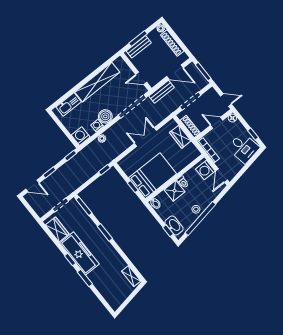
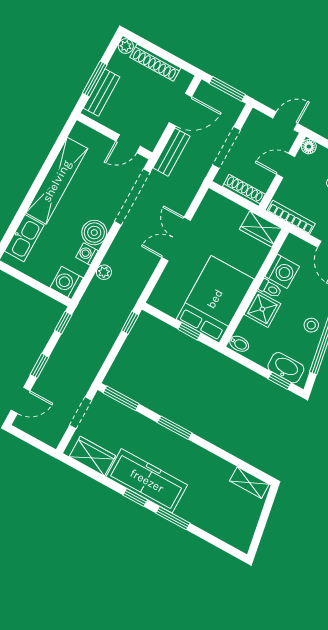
wardrobe: (180, 137) -> (261, 229), moved
washing machine: (205, 170) -> (282, 271), moved, turned -90

